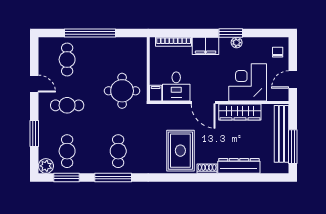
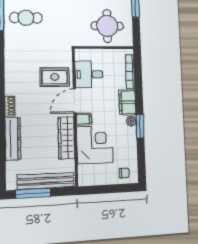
plant: (237, 43) -> (131, 121), moved
door: (293, 80) -> (99, 189), removed
round table: (122, 91) -> (107, 26), moved
filing cabinet: (156, 93) -> (84, 119), moved
rug: (180, 151) -> (55, 77), moved, width x0.73, depth x0.70

